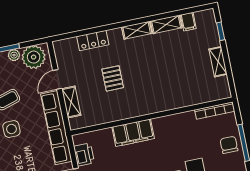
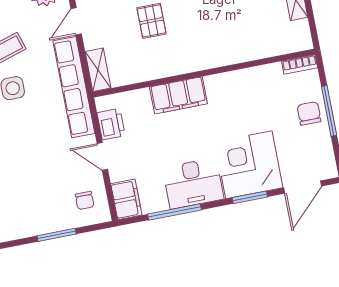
shelving: (71, 102) -> (98, 70), moved
bookcase: (215, 111) -> (300, 65), width x0.64

